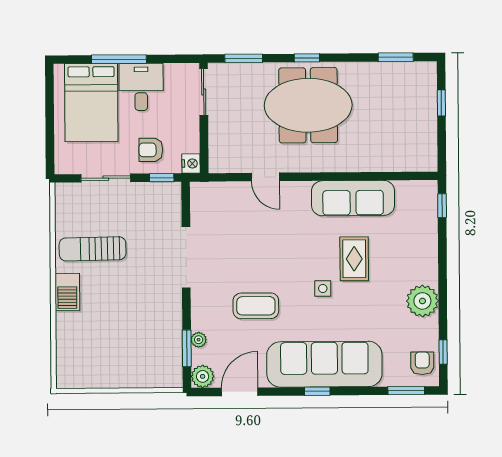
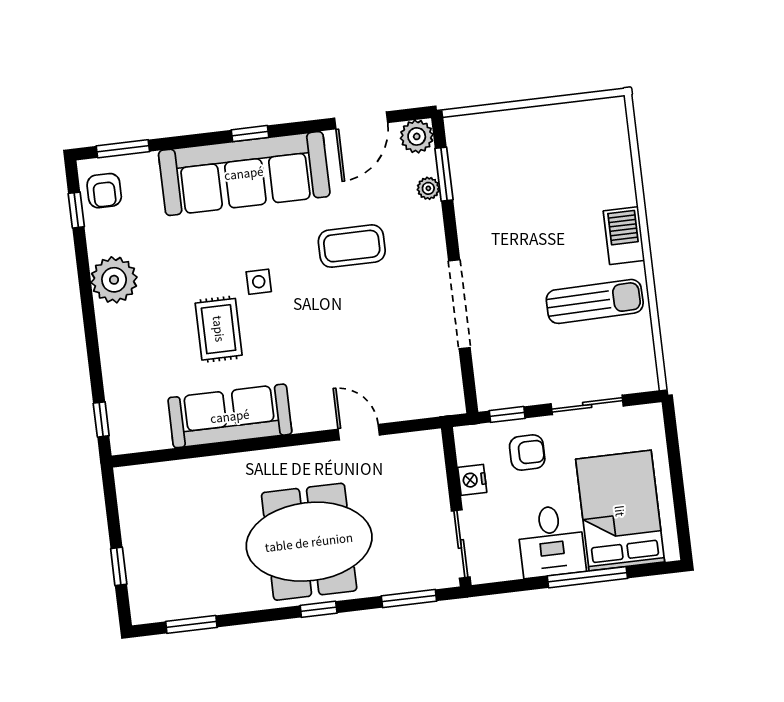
nightstand: (191, 164) -> (472, 480), moved

